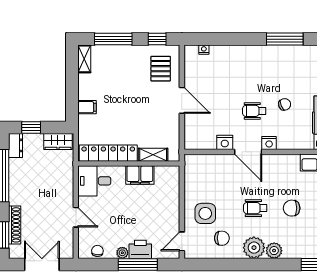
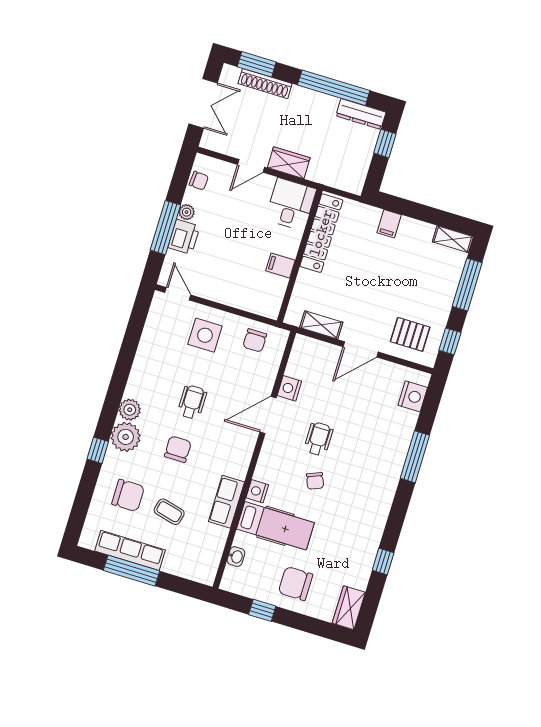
window: (285, 39) -> (415, 457), moved
nightstand: (204, 50) -> (413, 396), width x1.89, depth x1.79
wardrobe: (58, 141) -> (289, 163), moved, turned 90
nightstand: (269, 143) -> (257, 491), moved
dresser: (16, 145) -> (361, 114), width x1.44
shelving: (153, 155) -> (321, 325), moved, turned 90
filing cabinet: (140, 175) -> (280, 266), width x0.50
chair: (222, 238) -> (255, 340), moved
plant: (254, 248) -> (126, 437), moved

